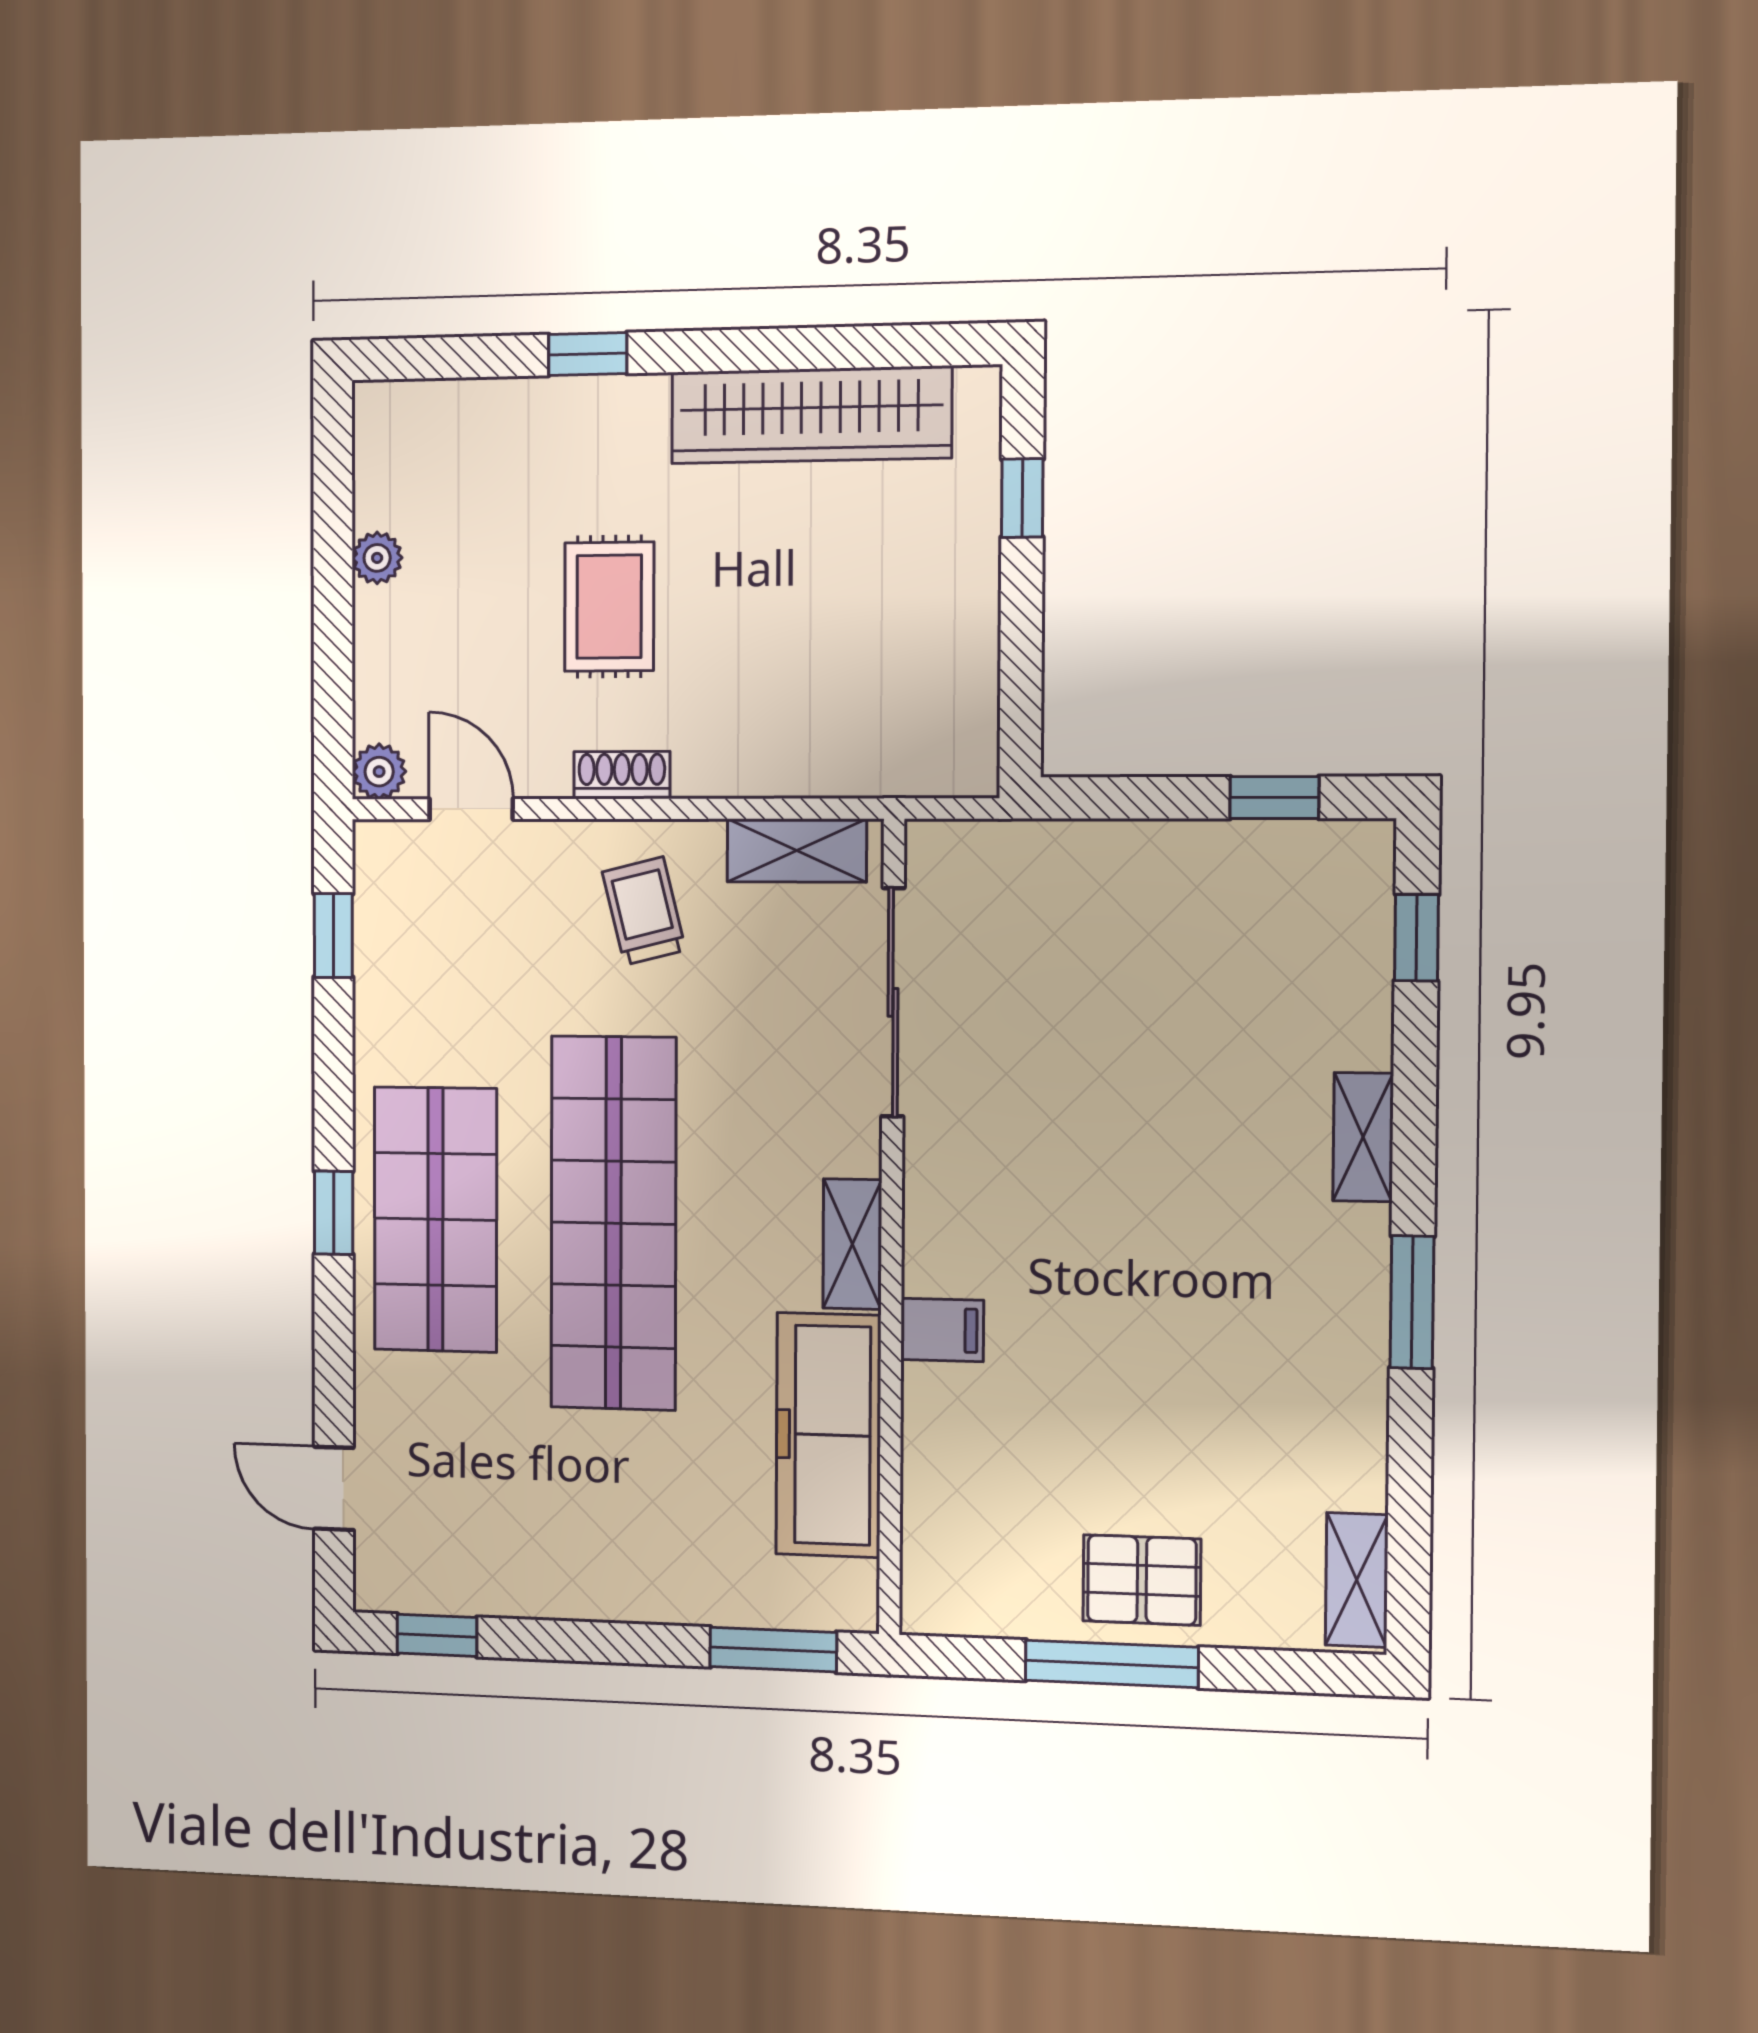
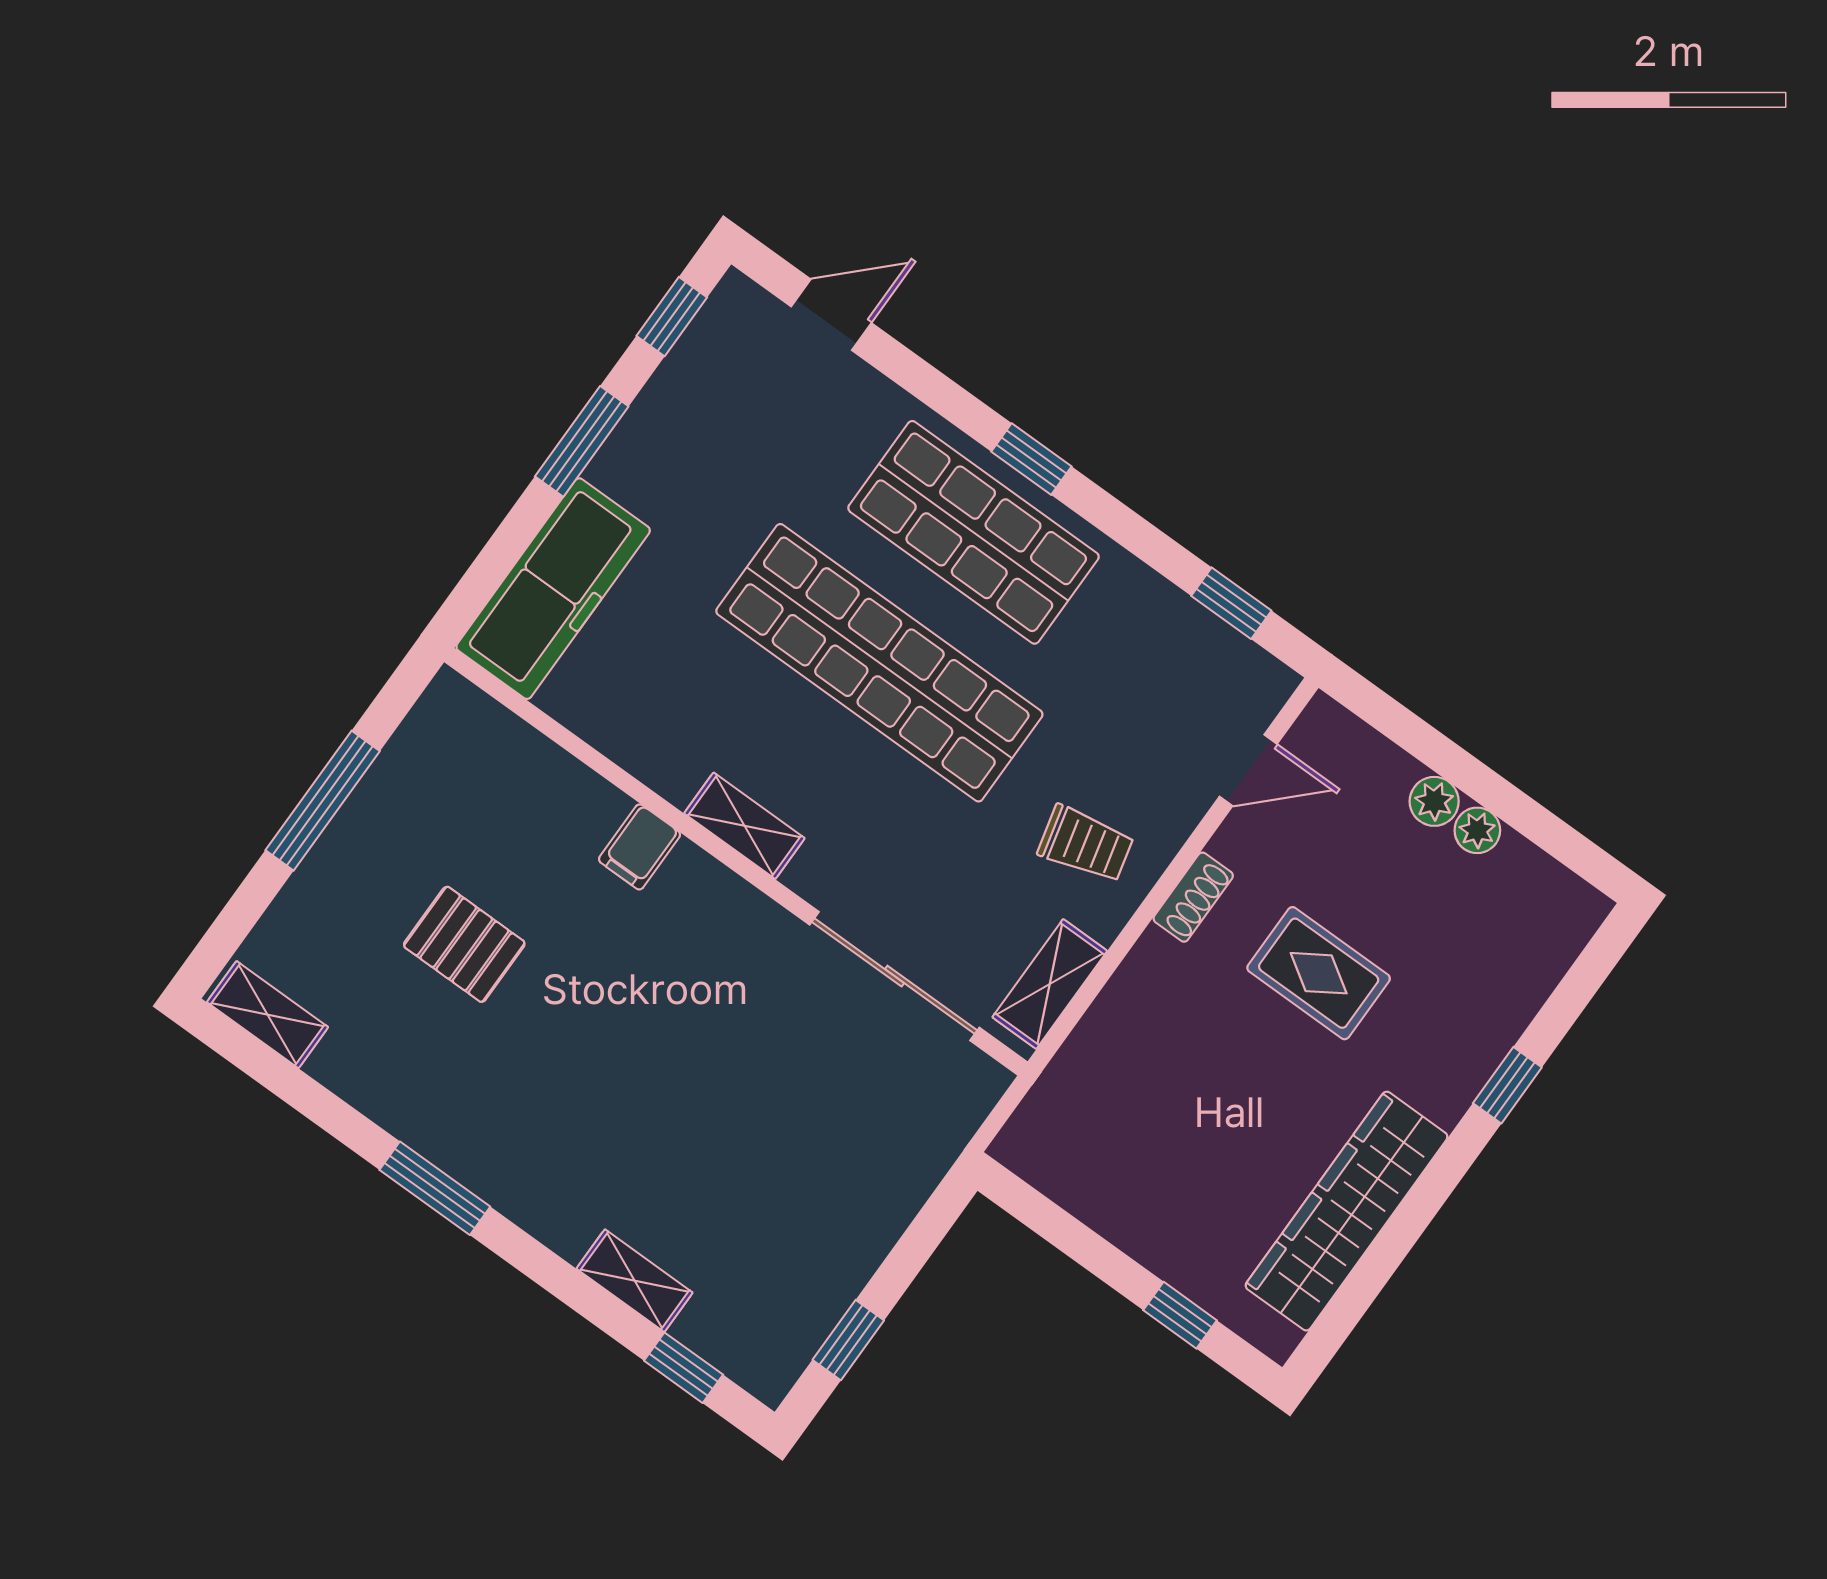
plant: (379, 772) -> (1434, 801), moved
shelving: (1363, 1137) -> (635, 1281), moved
freezer: (828, 1435) -> (553, 589), moved, turned 90
pallet: (1142, 1580) -> (464, 944), moved, turned 90
window: (773, 1650) -> (582, 441), moved

